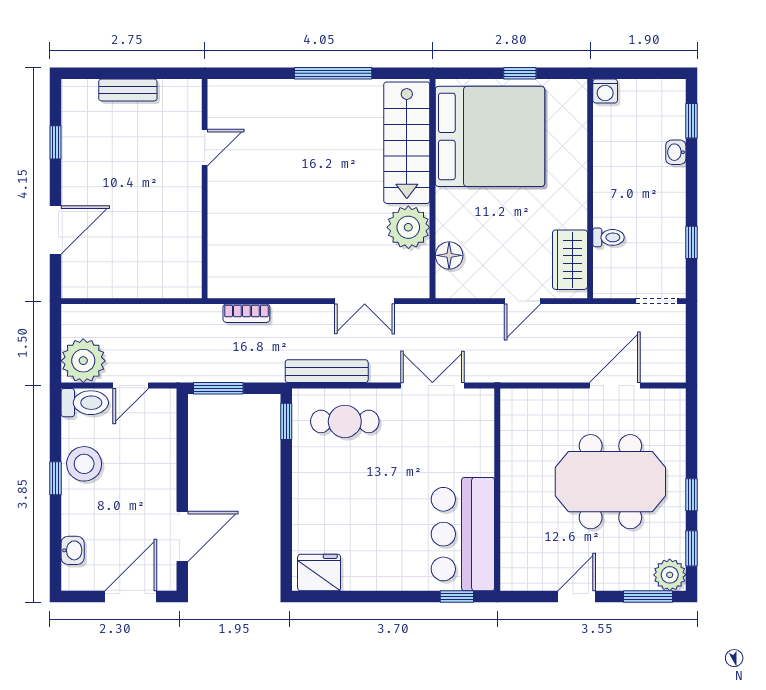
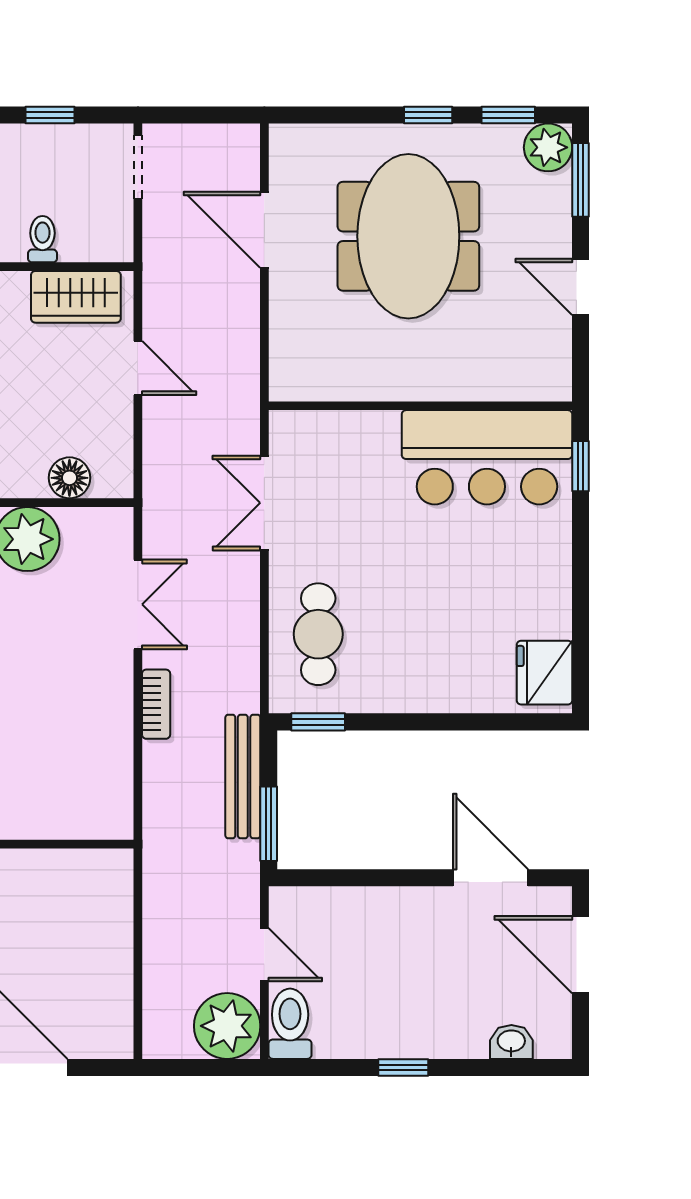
bookcase: (246, 313) -> (156, 704), moved
bench: (327, 371) -> (243, 777), moved
stool: (84, 464) -> (382, 1025), removed

